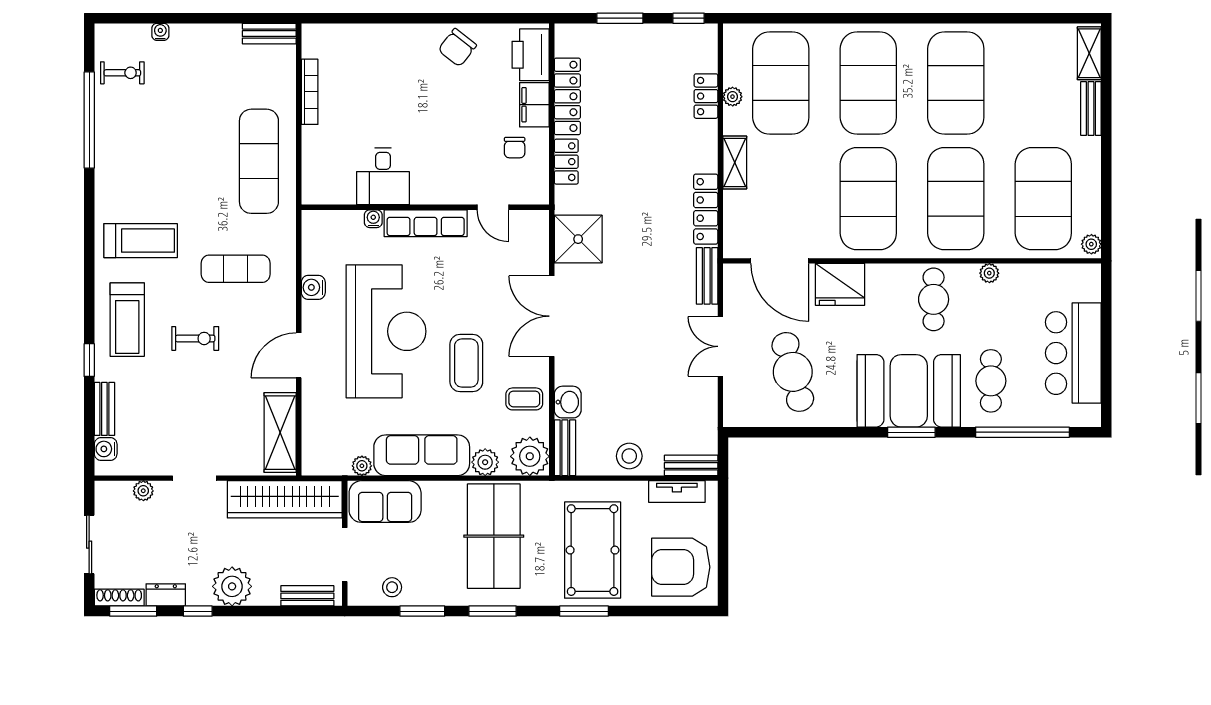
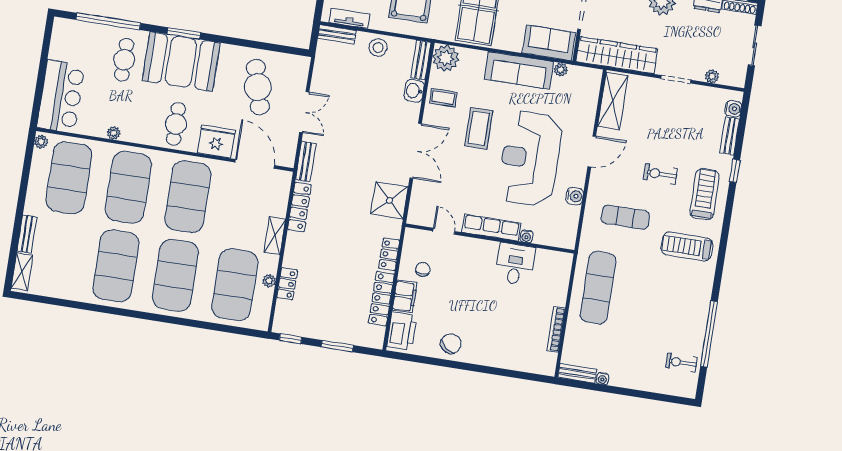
water cooler: (160, 32) -> (603, 379), moved
cafe table: (934, 299) -> (176, 124), moved
bar counter: (1073, 353) -> (61, 96), moved
plant: (485, 462) -> (477, 59), removed

